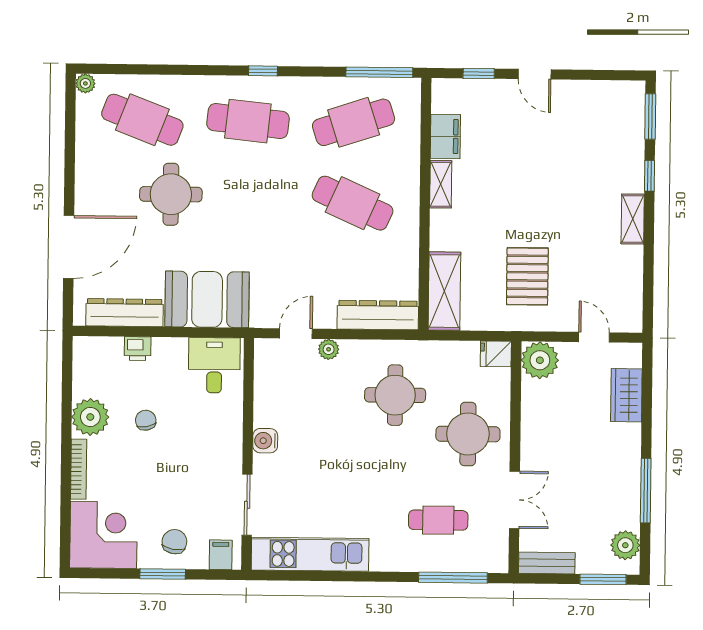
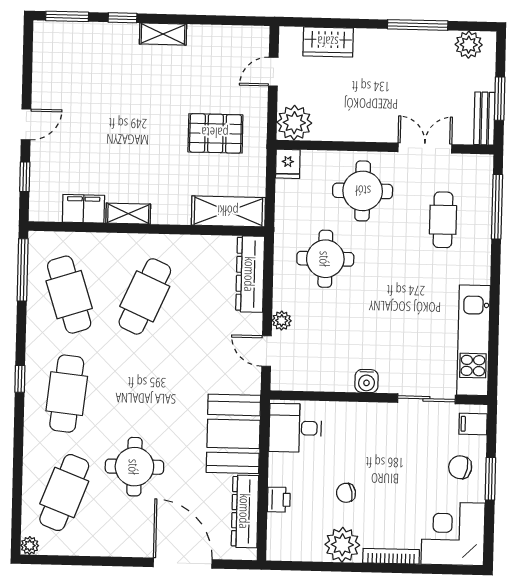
window: (603, 579) -> (500, 99), moved

